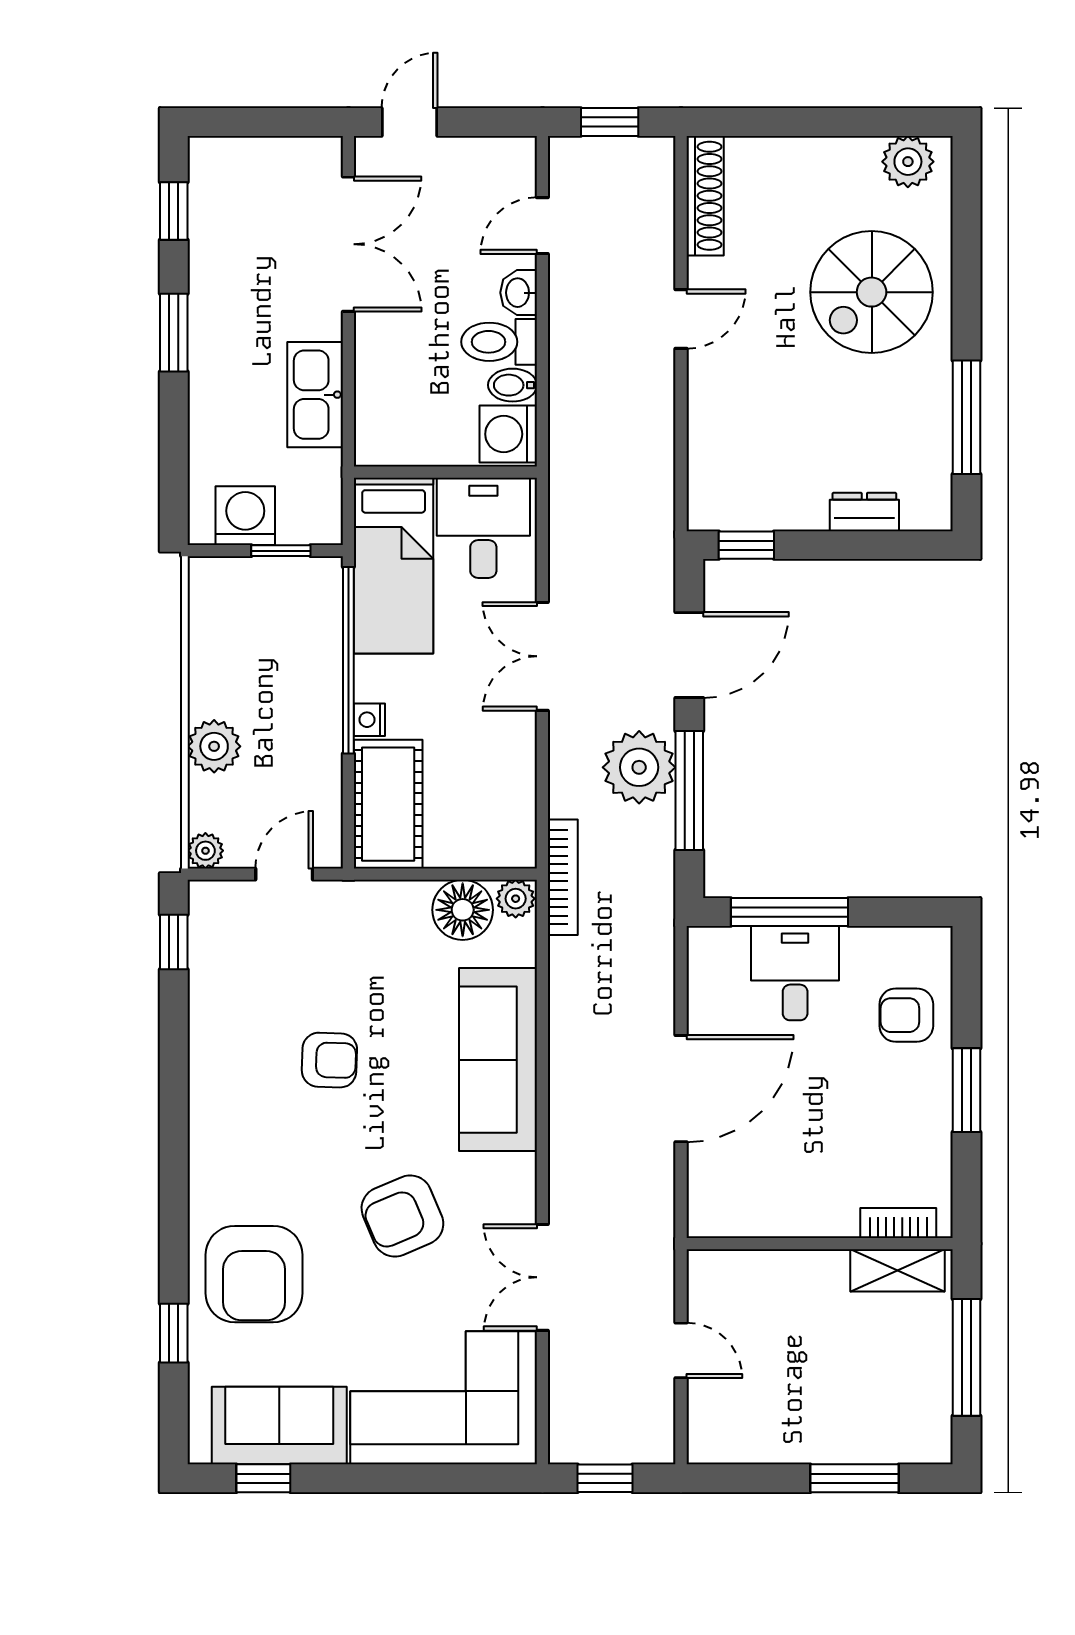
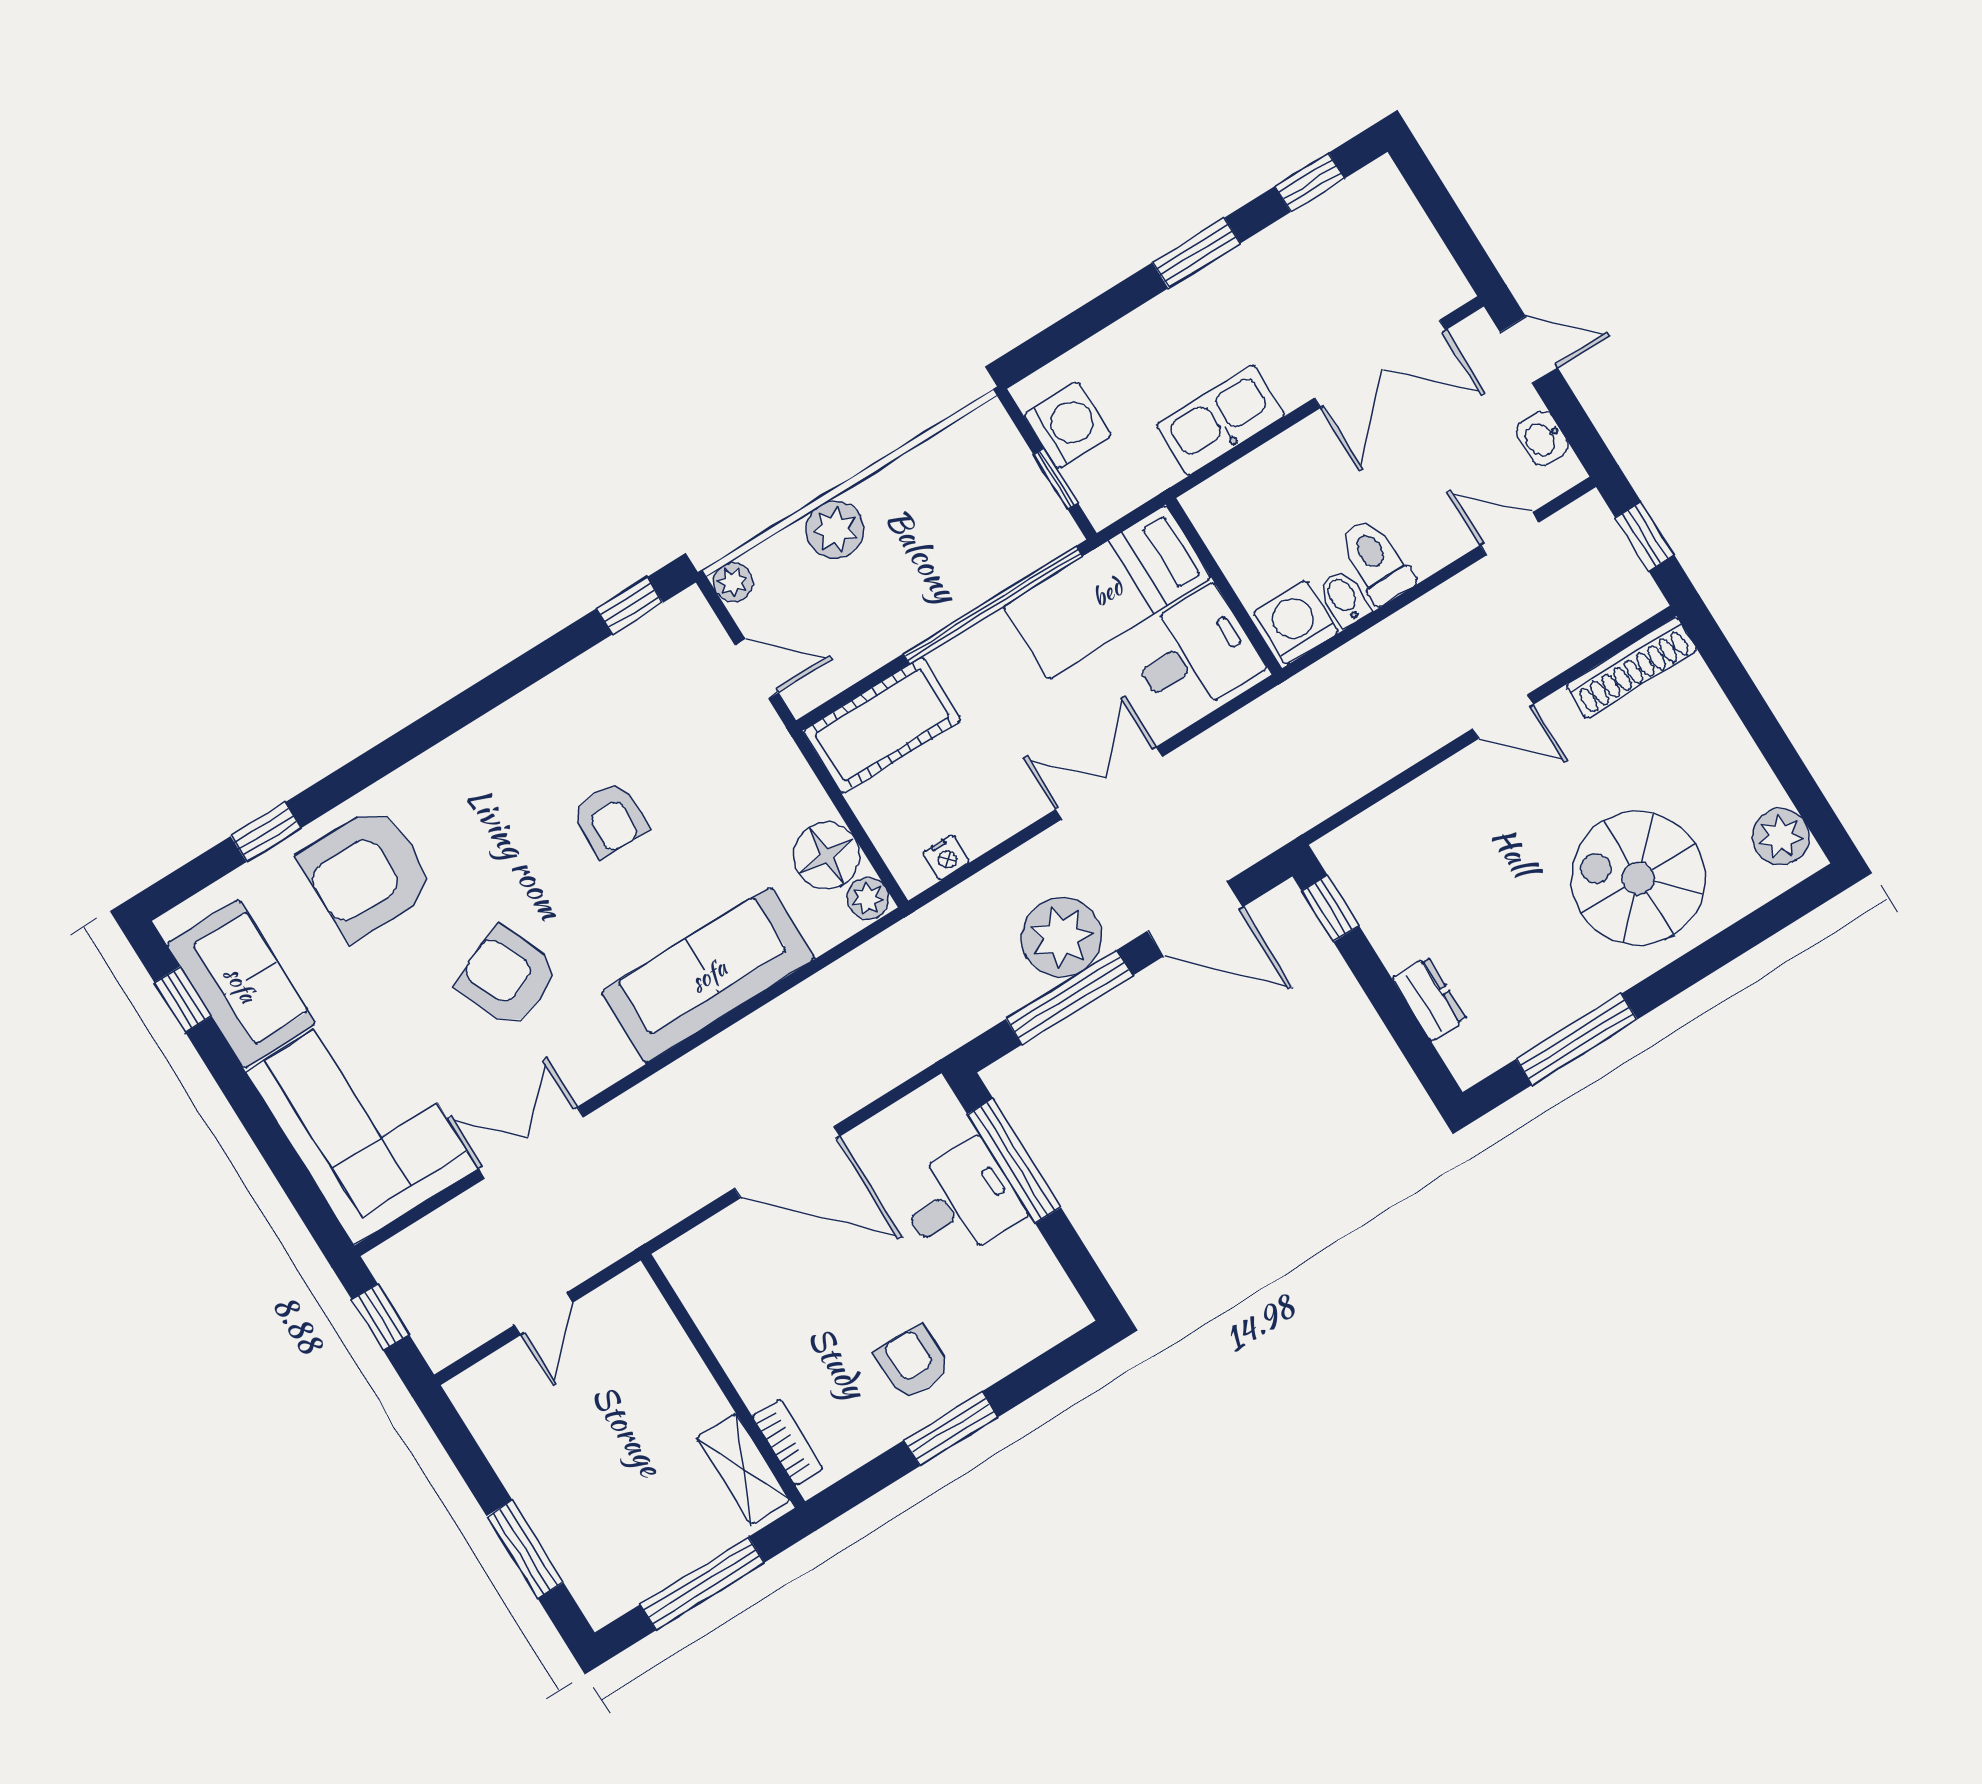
washbasin: (519, 293) -> (1542, 438), moved, turned -90
nightstand: (369, 720) -> (946, 857), moved, turned 180
bookcase: (563, 877) -> (915, 930), removed
armchair: (906, 1015) -> (913, 1362), moved

